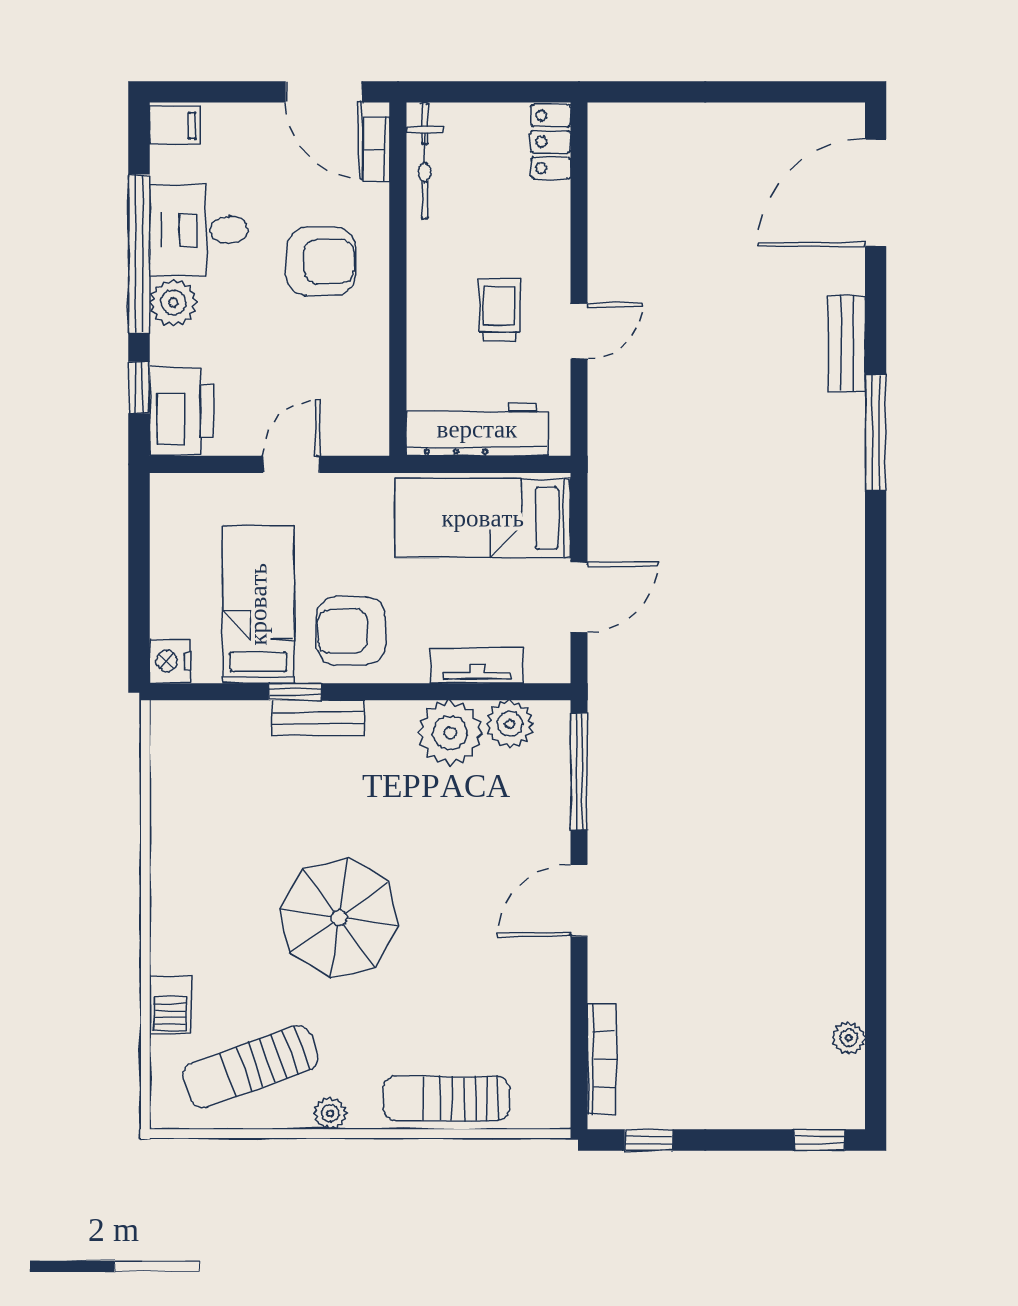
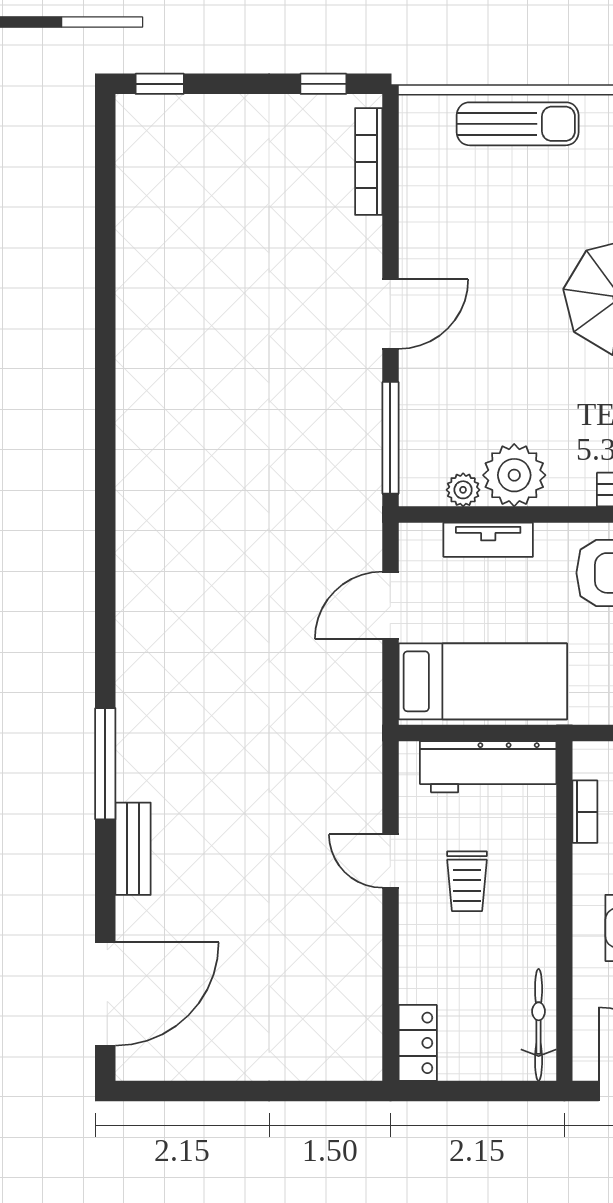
bookcase: (377, 149) -> (585, 812), moved
door: (579, 331) -> (390, 861), hinge flipped
plant: (510, 724) -> (463, 490), width x0.73, depth x0.73
plant: (849, 1038) -> (131, 182), removed

